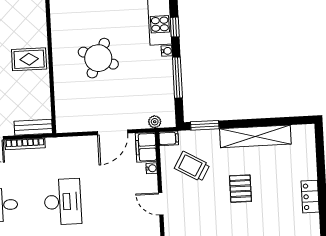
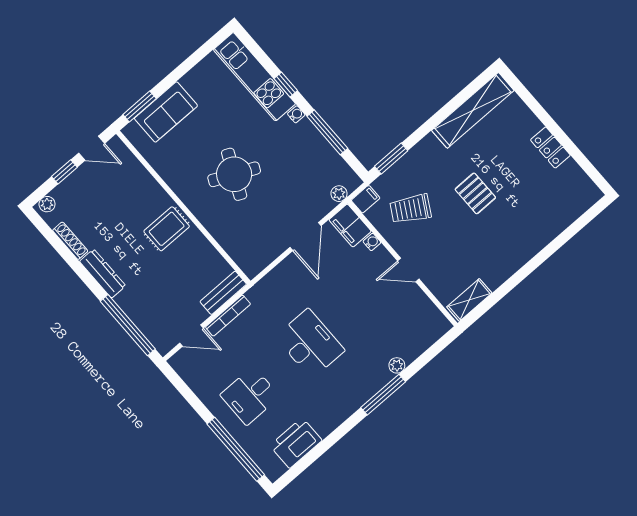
shelving: (255, 136) -> (473, 110), moved

